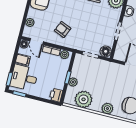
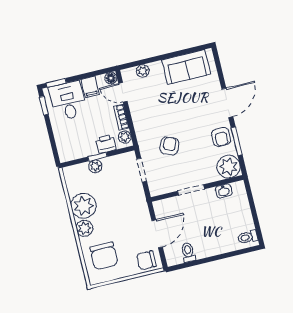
armchair: (63, 29) -> (169, 146), moved
door: (37, 41) -> (123, 92), hinge flipped
floor lamp: (106, 51) -> (157, 188), removed
printer: (56, 95) -> (106, 144), moved
plant: (83, 99) -> (84, 206), moved

